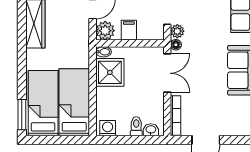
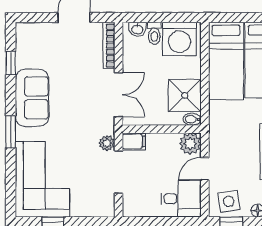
filing cabinet: (129, 30) -> (134, 141), moved, turned -90
floor lamp: (176, 45) -> (109, 127), removed
double door: (167, 73) -> (119, 95), swing flipped
washing machine: (108, 128) -> (179, 39), width x1.89, depth x1.89

